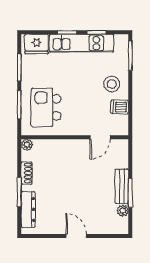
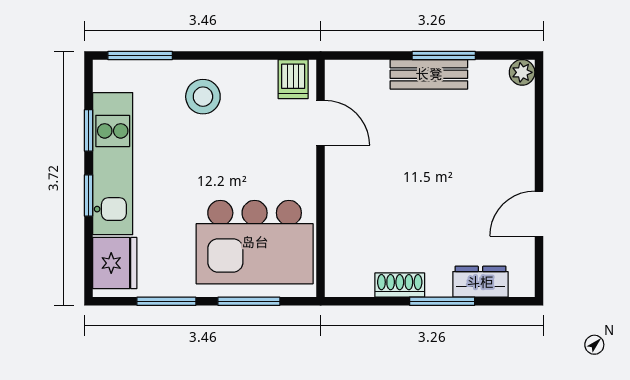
kitchen island: (46, 107) -> (255, 242), width x1.37, depth x1.28
dishwasher: (120, 107) -> (293, 79), moved
plant: (27, 145) -> (338, 284), removed
dresser: (28, 209) -> (480, 282), width x0.70
plant: (123, 211) -> (522, 72), moved
door: (76, 236) -> (539, 214), moved

